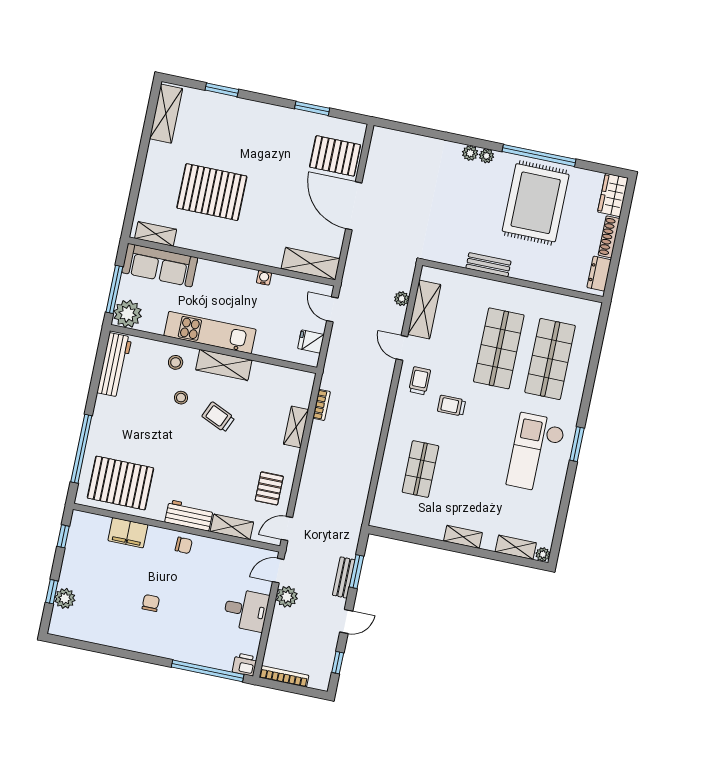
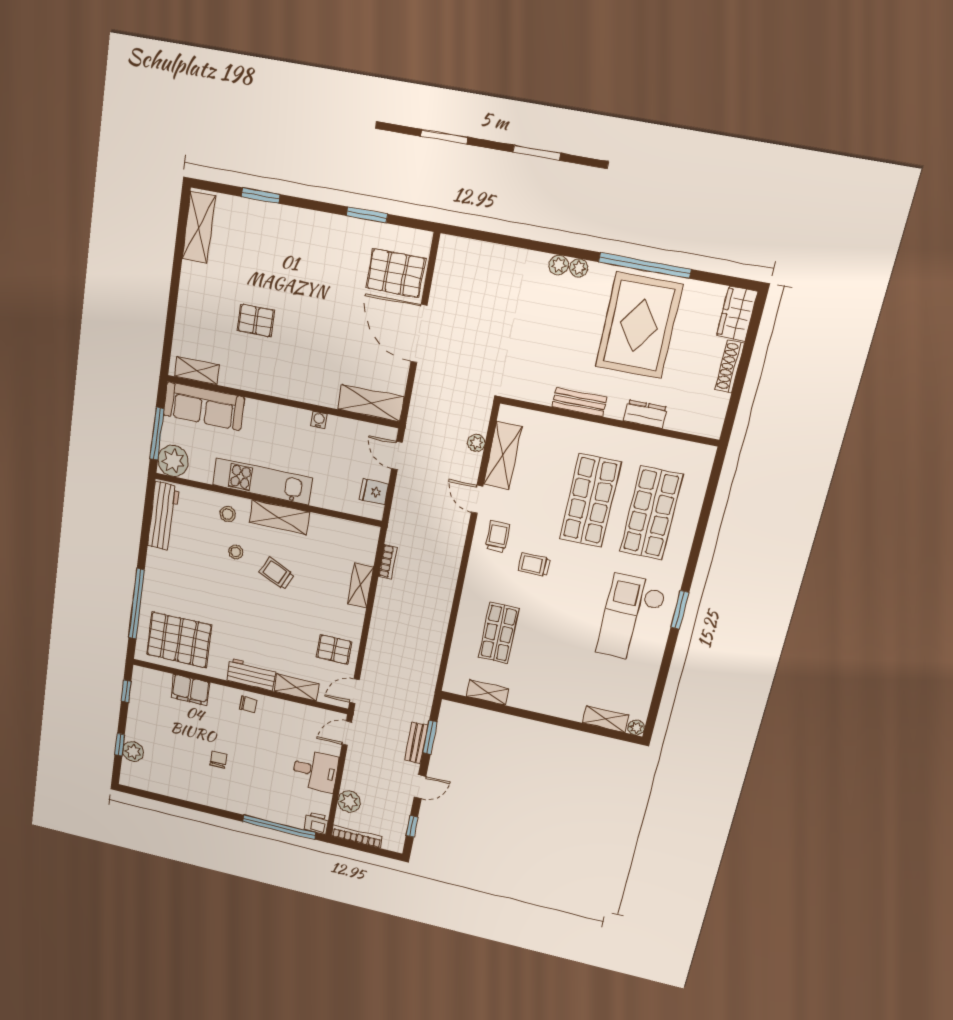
pallet: (212, 192) -> (256, 321), width x0.49, depth x0.50
dresser: (599, 274) -> (645, 414), moved, turned 90
pallet: (269, 488) -> (334, 649), turned 90
shelving: (463, 537) -> (487, 693), moved
plant: (287, 597) -> (349, 802), moved

